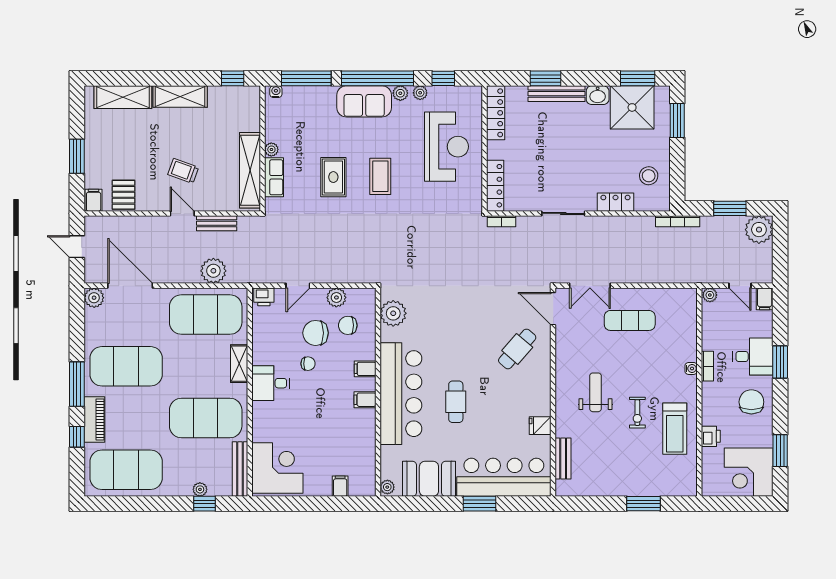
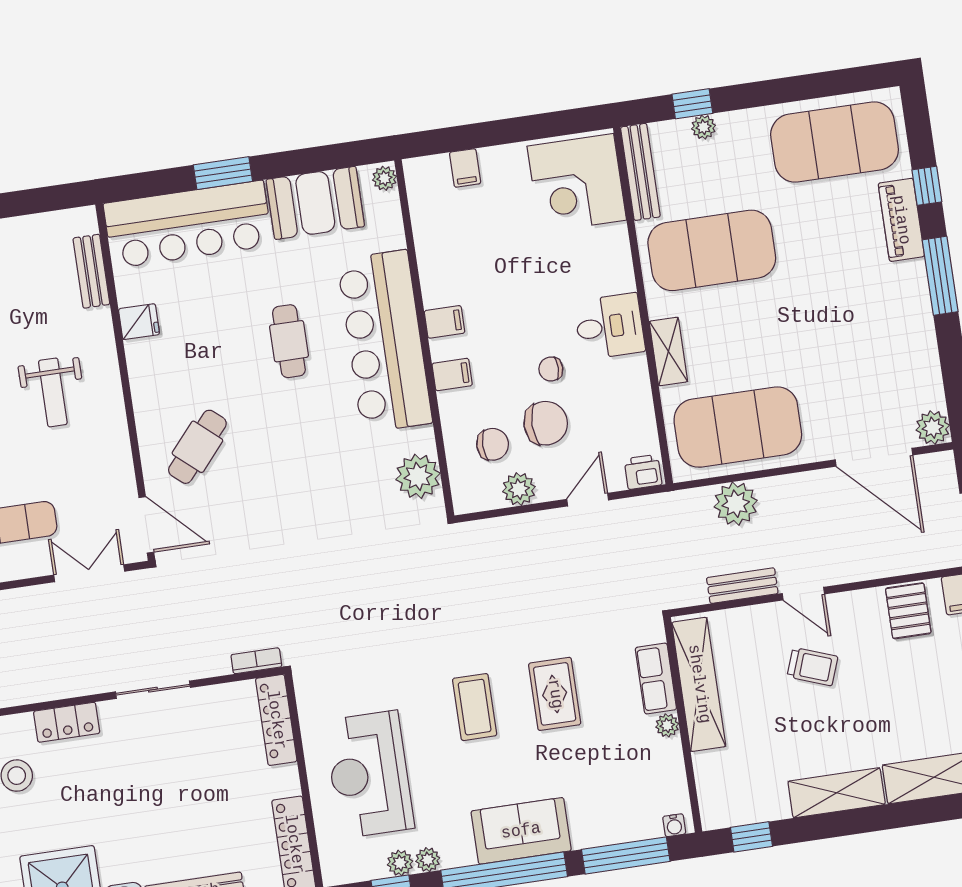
plant: (400, 93) -> (400, 863), moved
exercise mat: (126, 366) -> (861, 319), removed

